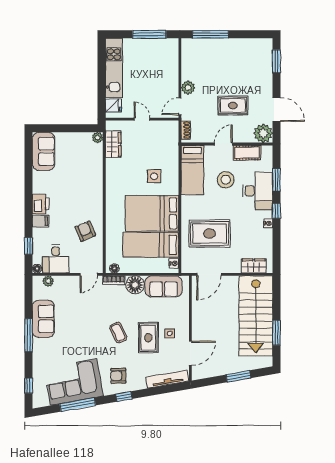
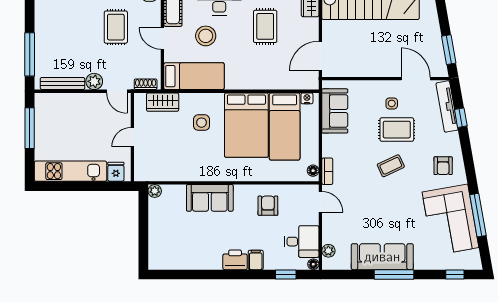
bench: (186, 61) -> (63, 83), added
wardrobe: (113, 144) -> (163, 102), moved, turned 180
sofa: (44, 151) -> (210, 198), moved, turned 180
armchair: (85, 231) -> (268, 206), turned 113
rug: (210, 234) -> (265, 26), moved, width x0.73, depth x0.70
door: (209, 274) -> (320, 56), swing flipped
floor lamp: (135, 285) -> (333, 146), removed
sofa: (43, 319) -> (382, 257), width x1.36
window: (238, 376) -> (449, 50), moved
window: (124, 396) -> (461, 118), moved

